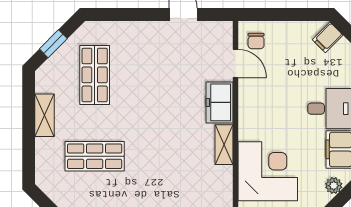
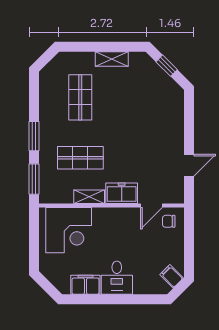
shop shelf: (95, 75) -> (80, 158), moved
plant: (334, 186) -> (58, 281), removed

